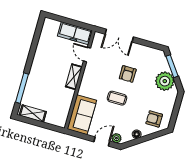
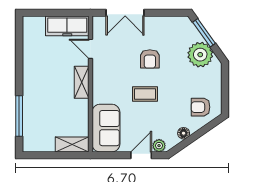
shelving: (33, 113) -> (72, 145), moved

